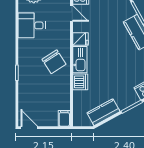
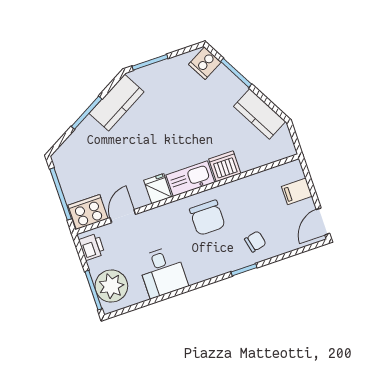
chair: (54, 62) -> (207, 218), turned 123
chair: (31, 85) -> (255, 242), added
filing cabinet: (64, 118) -> (297, 191), moved

